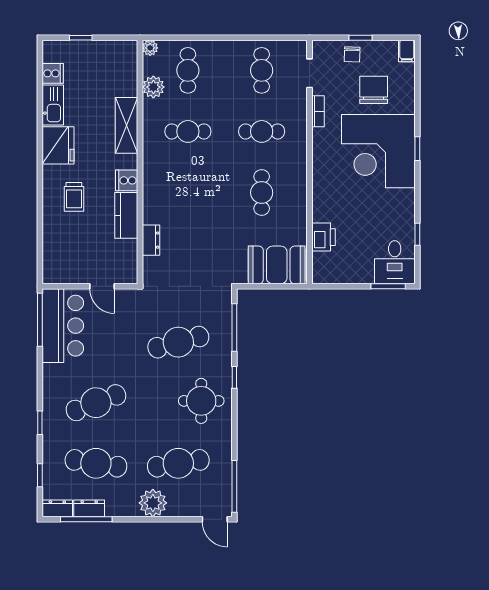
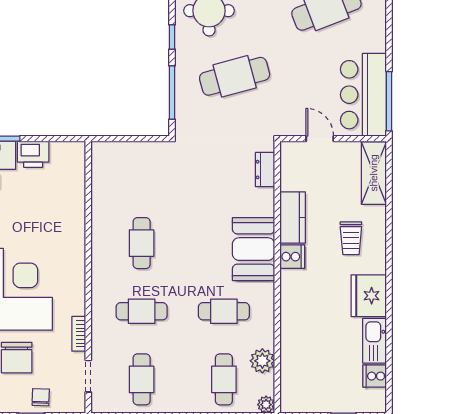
shelving: (127, 125) -> (374, 173), moved
trolley: (74, 197) -> (351, 238), turned 180
printer: (323, 237) -> (33, 154), moved, turned -90
dresser: (151, 240) -> (265, 170), moved
booth: (277, 265) -> (254, 249), moved, turned 90

